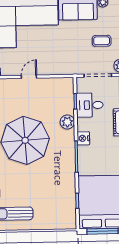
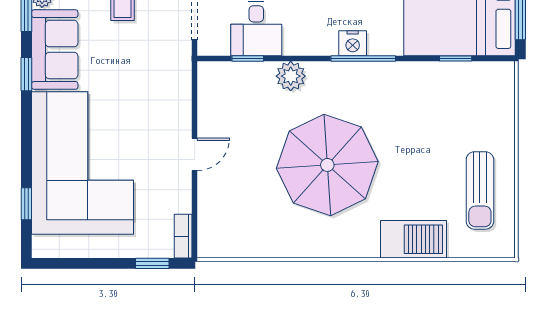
door: (29, 77) -> (195, 154), swing flipped
nightstand: (83, 138) -> (353, 43), moved

